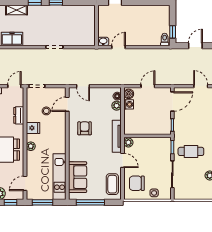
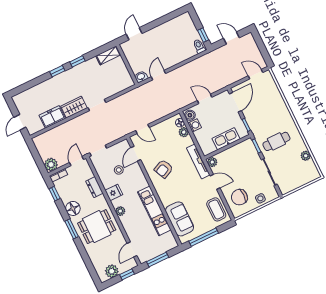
shelving: (16, 10) -> (108, 55), moved
wardrobe: (34, 40) -> (74, 107), added
door: (195, 46) -> (231, 38), hinge flipped
door: (148, 86) -> (205, 99), hinge flipped
armchair: (85, 128) -> (164, 169), turned -115
kitchen sink: (149, 129) -> (226, 139), added
kitchen unit: (59, 177) -> (154, 211), moved

